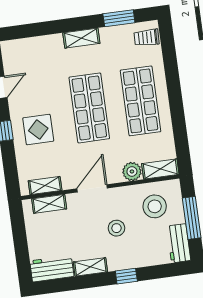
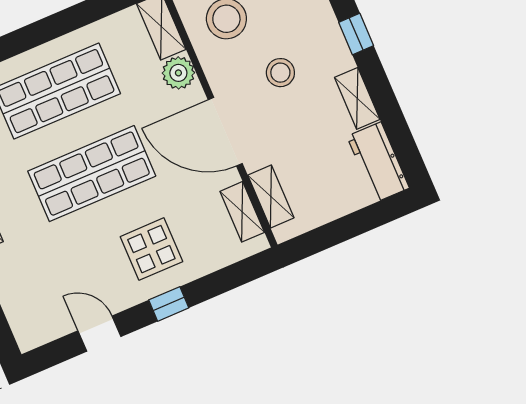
door: (92, 188) -> (225, 132), width x1.36

